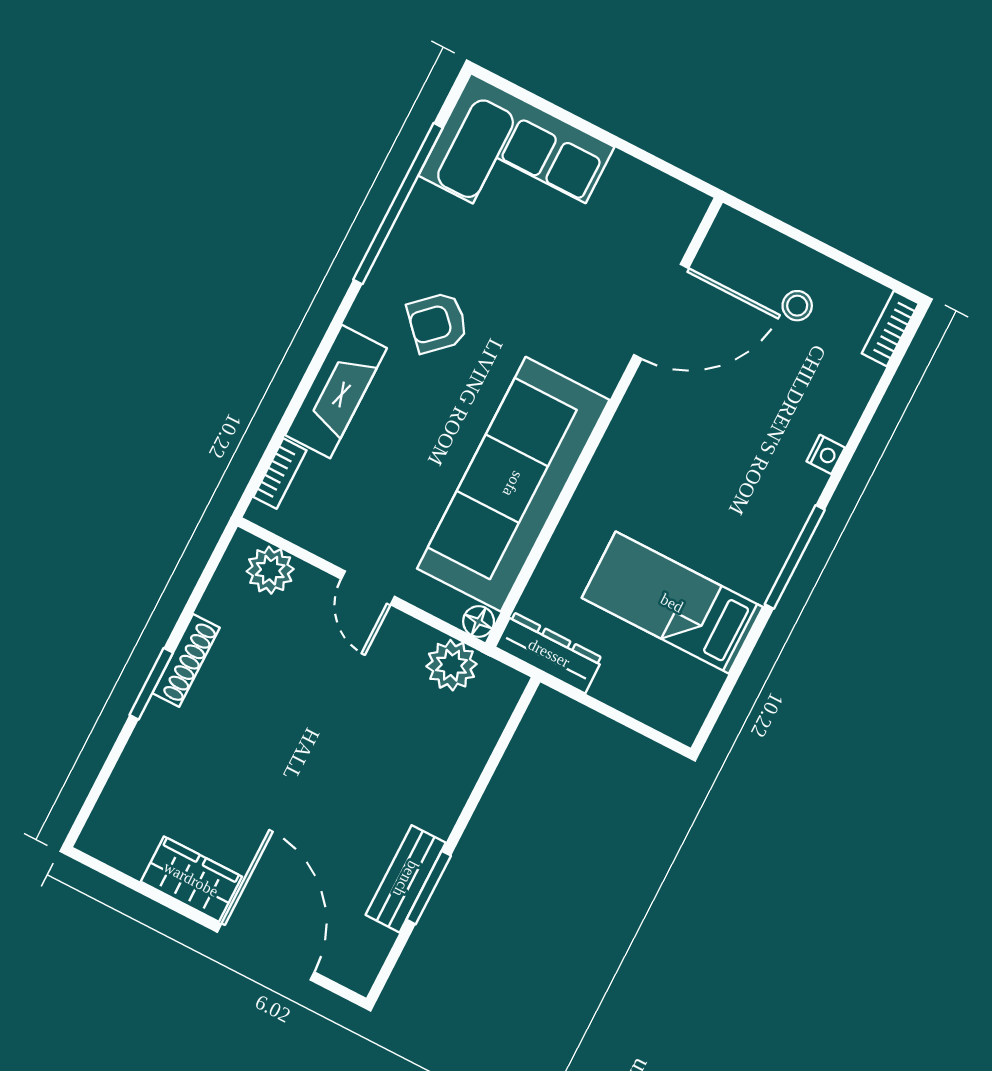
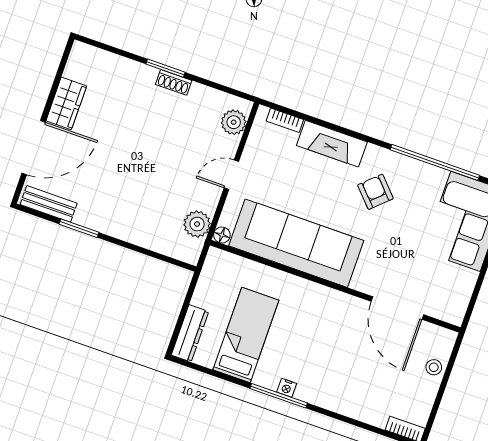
stool: (797, 306) -> (434, 367), moved
nightstand: (826, 454) -> (287, 388), moved
dresser: (549, 653) -> (190, 333), moved
shoe rack: (186, 660) -> (174, 82), width x0.70
bench: (406, 879) -> (49, 204), moved

